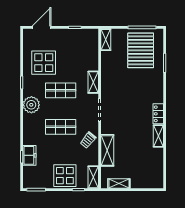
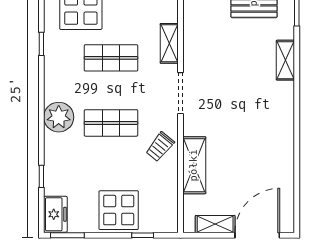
plant: (31, 105) -> (59, 117), moved
locker: (158, 114) -> (285, 100), removed
shelving: (158, 136) -> (285, 60), moved
freezer: (29, 155) -> (55, 214), moved
shelving: (93, 177) -> (169, 213), removed
door: (143, 190) -> (257, 235), added

